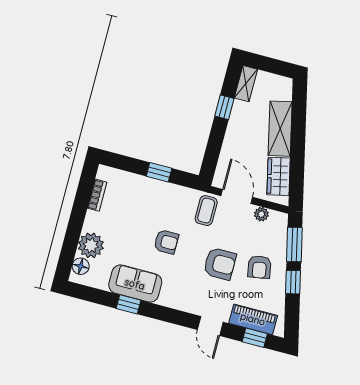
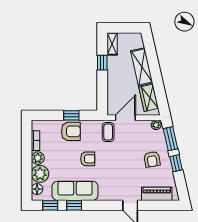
door: (237, 197) -> (125, 118), hinge flipped
plant: (261, 214) -> (156, 125), moved
plant: (94, 221) -> (38, 158), added
armchair: (220, 264) -> (71, 131), moved
sofa: (135, 284) -> (75, 191), width x1.36
window: (255, 338) -> (50, 205), moved

